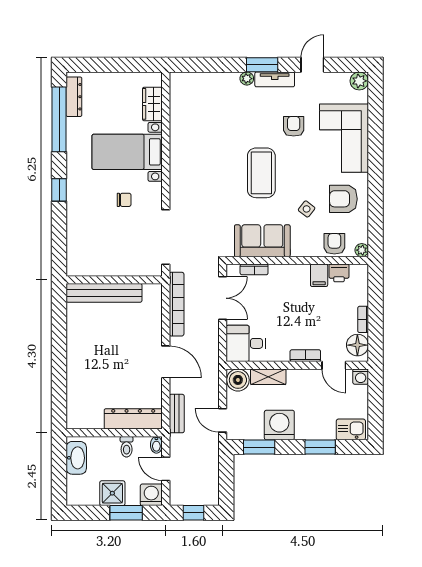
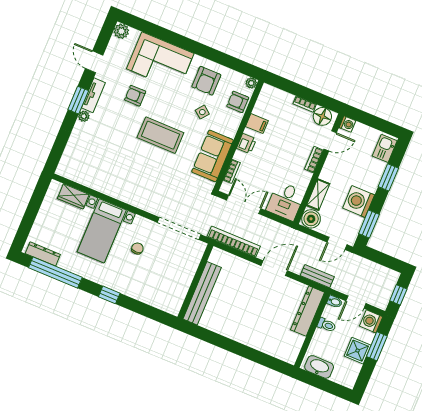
printer: (339, 273) -> (246, 144), moved

